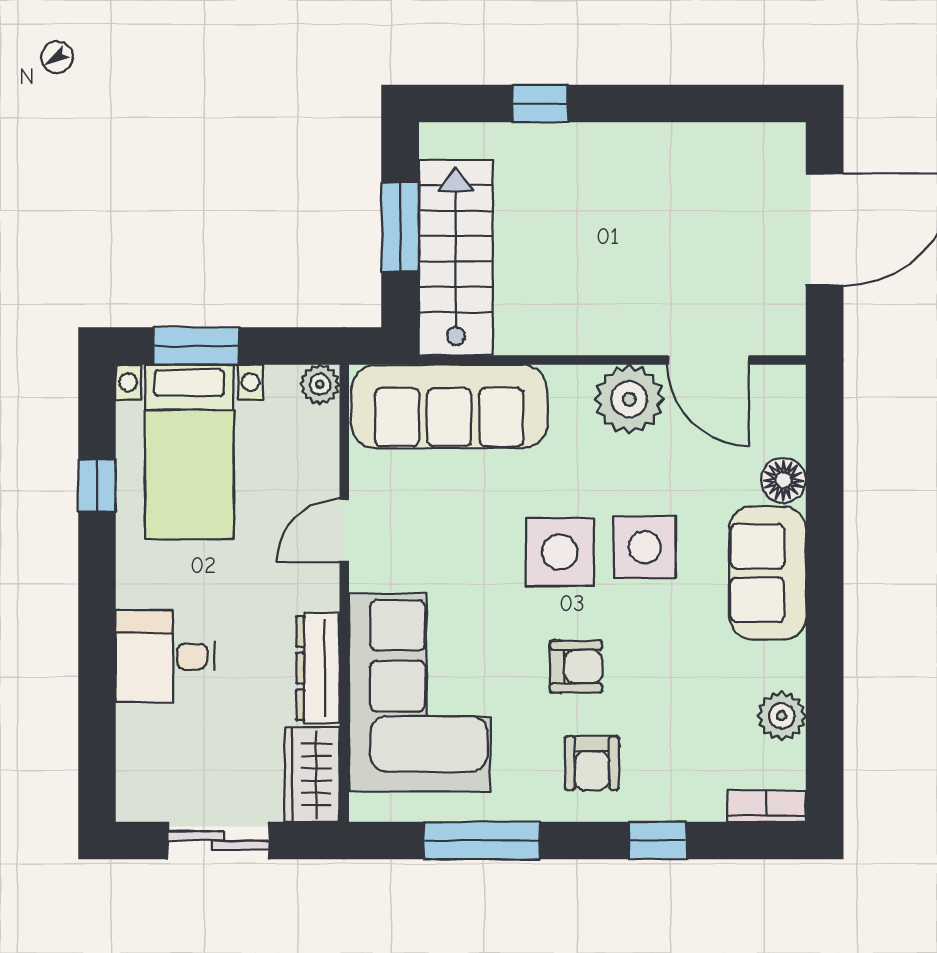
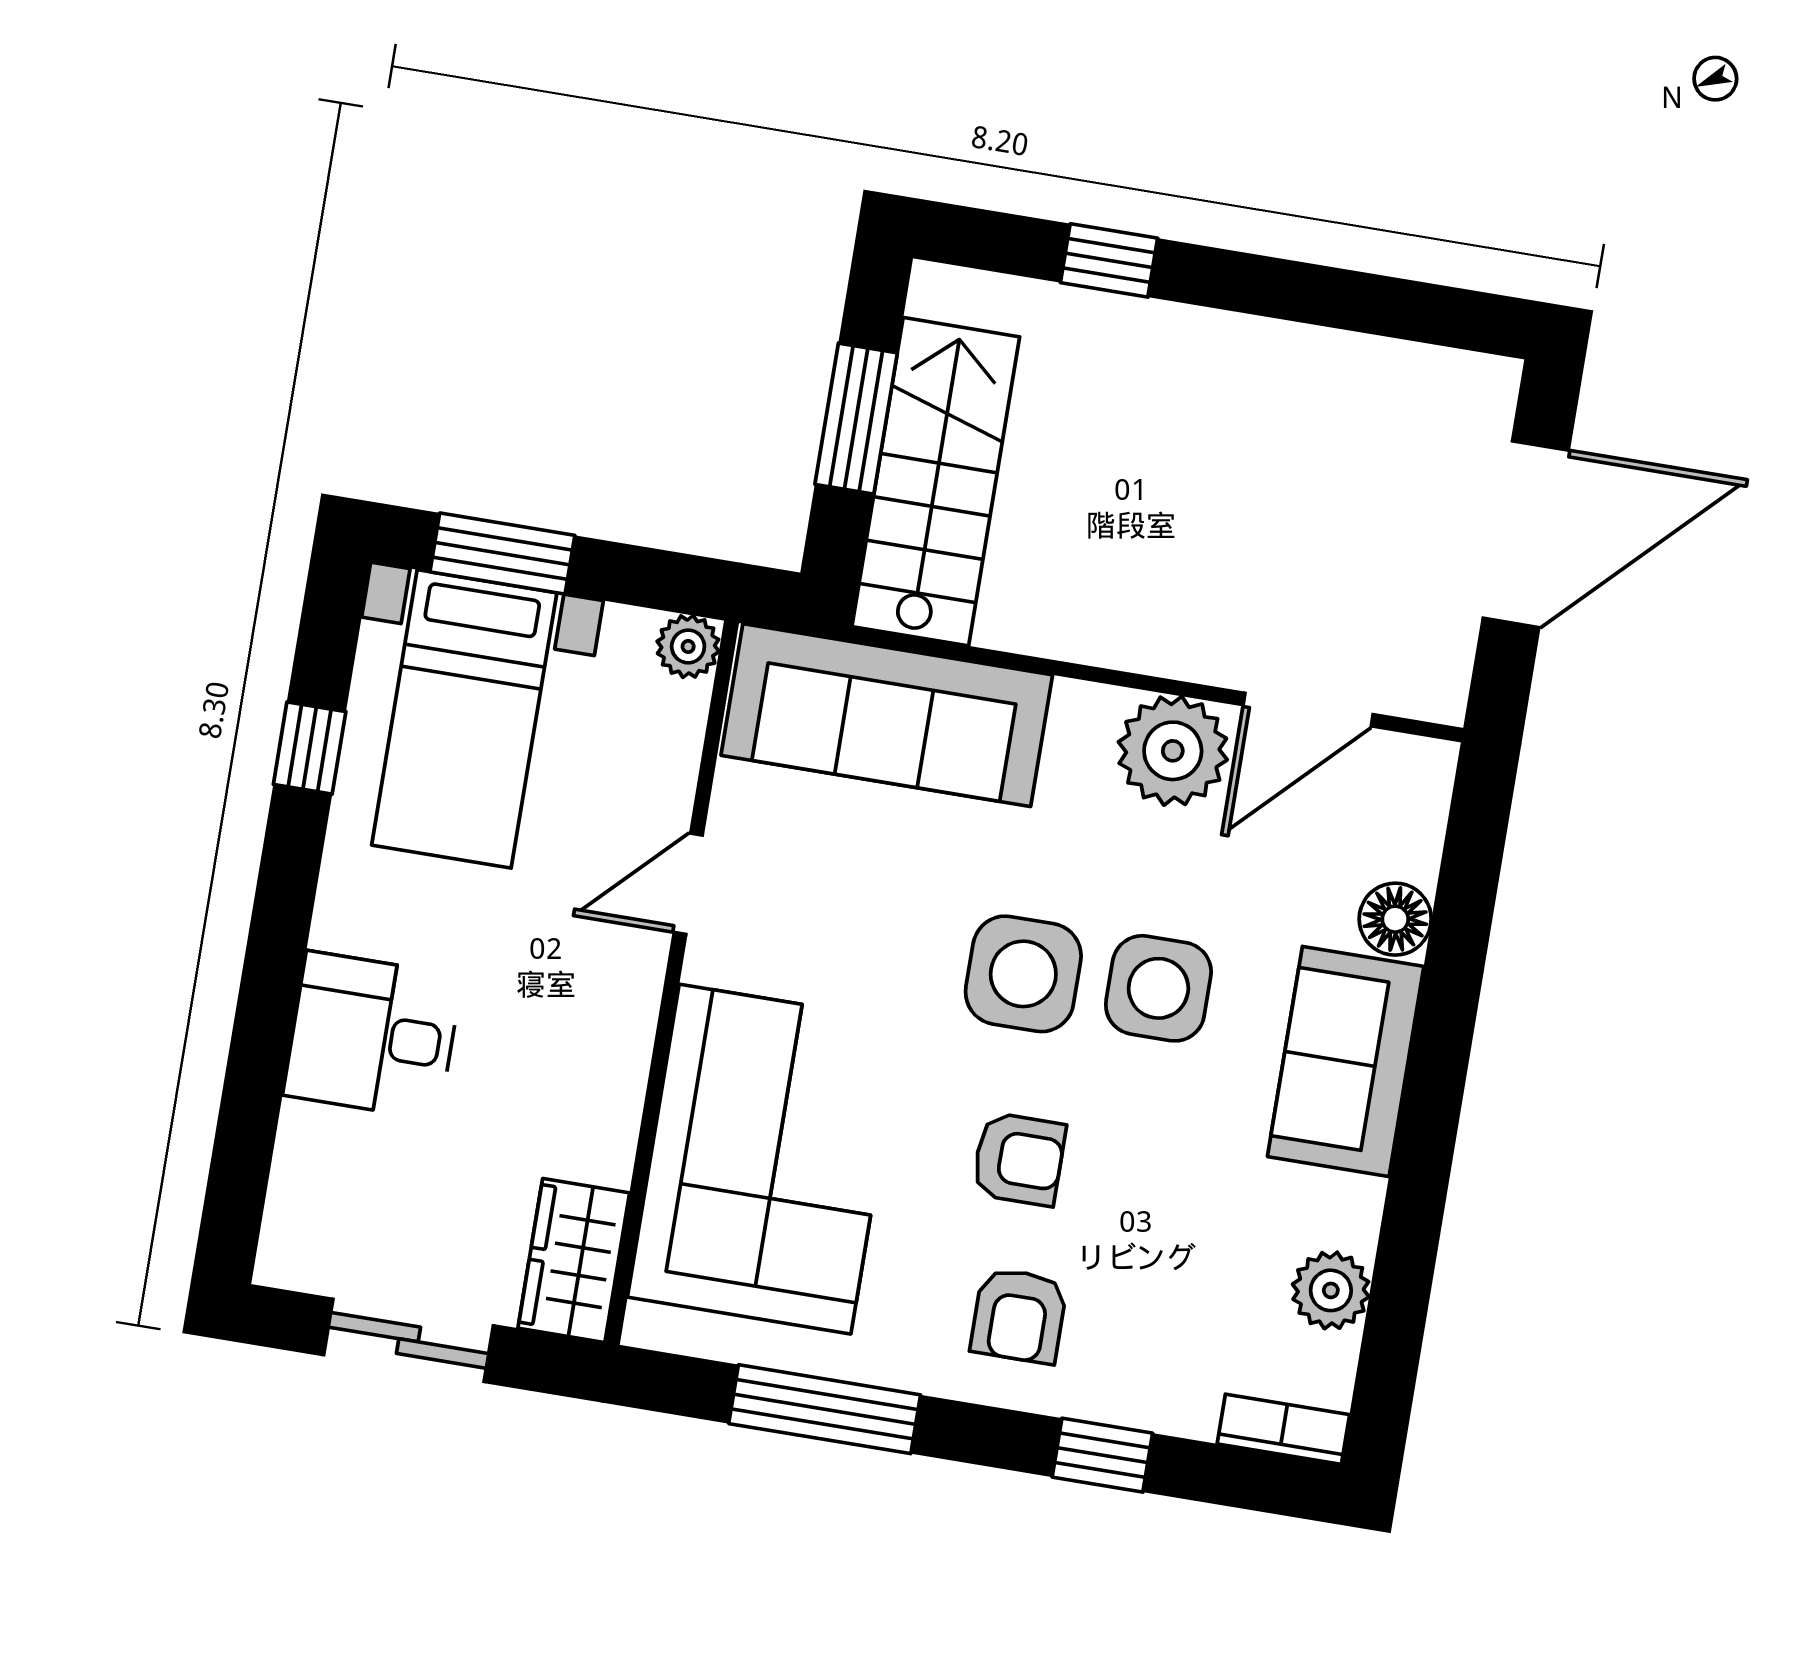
door: (708, 360) -> (1308, 710), hinge flipped
dresser: (318, 668) -> (611, 1094), removed

